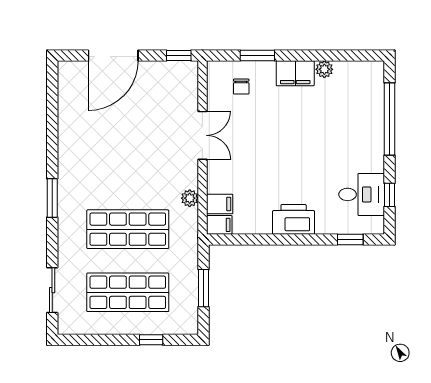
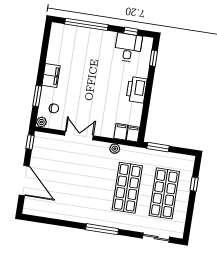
plant: (324, 69) -> (41, 122), moved
window: (52, 198) -> (102, 229), width x1.44
window: (203, 288) -> (158, 147), moved

